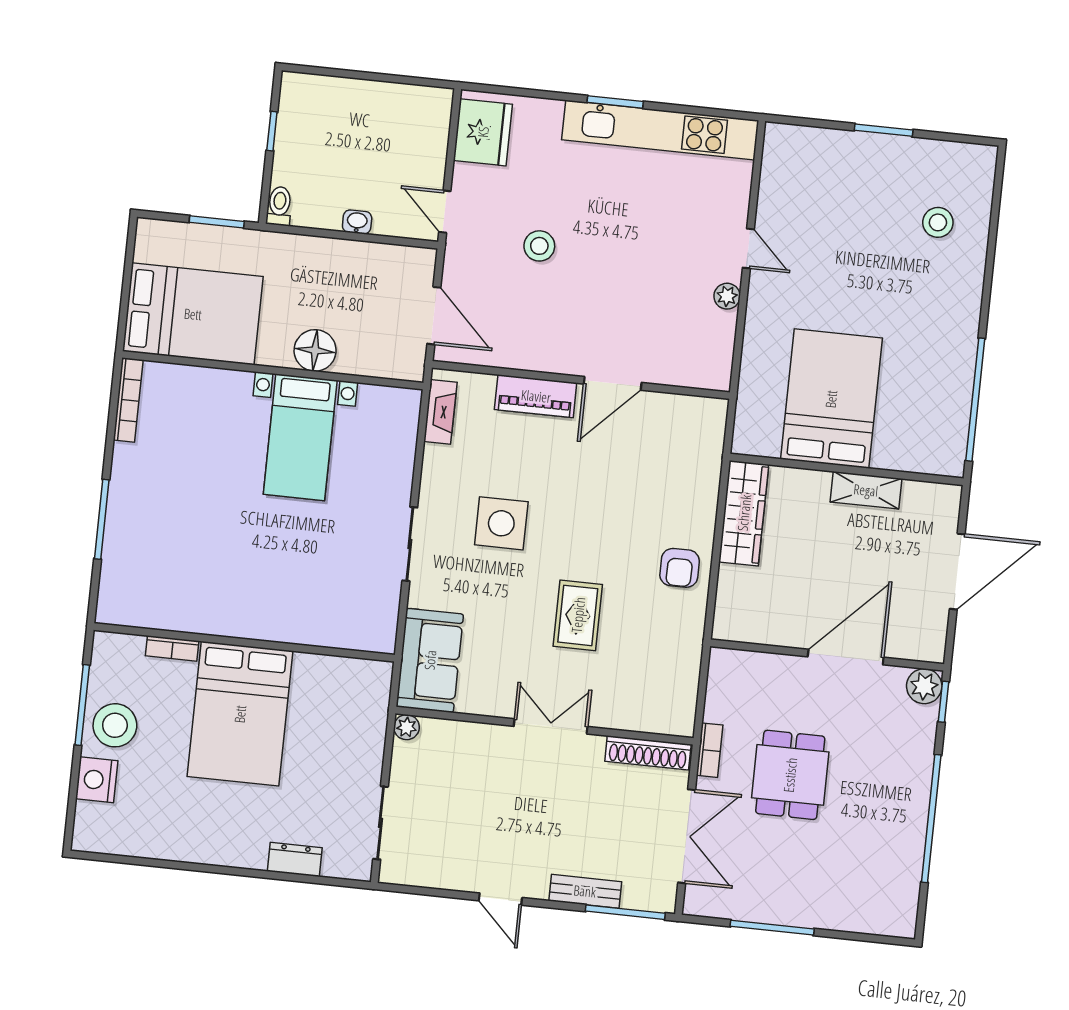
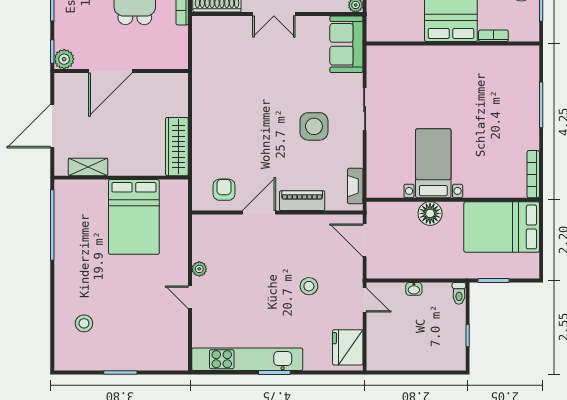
shelving: (866, 490) -> (88, 167), moved
armchair: (680, 568) -> (224, 190), moved
rug: (578, 615) -> (265, 79), removed

